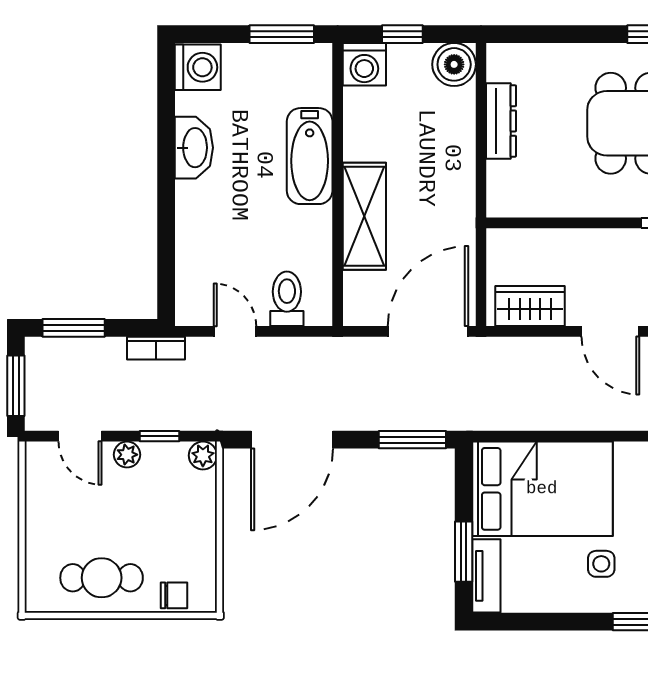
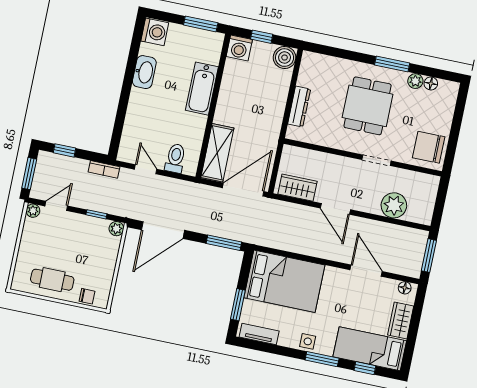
dresser: (501, 121) -> (299, 106), moved
shelving: (364, 216) -> (217, 153), moved
window: (74, 328) -> (65, 150), width x0.67
door: (80, 436) -> (56, 206), swing flipped
plant: (127, 455) -> (33, 211), moved
side table: (601, 564) -> (308, 341), moved
tv unit: (486, 576) -> (259, 334), moved, turned -90

